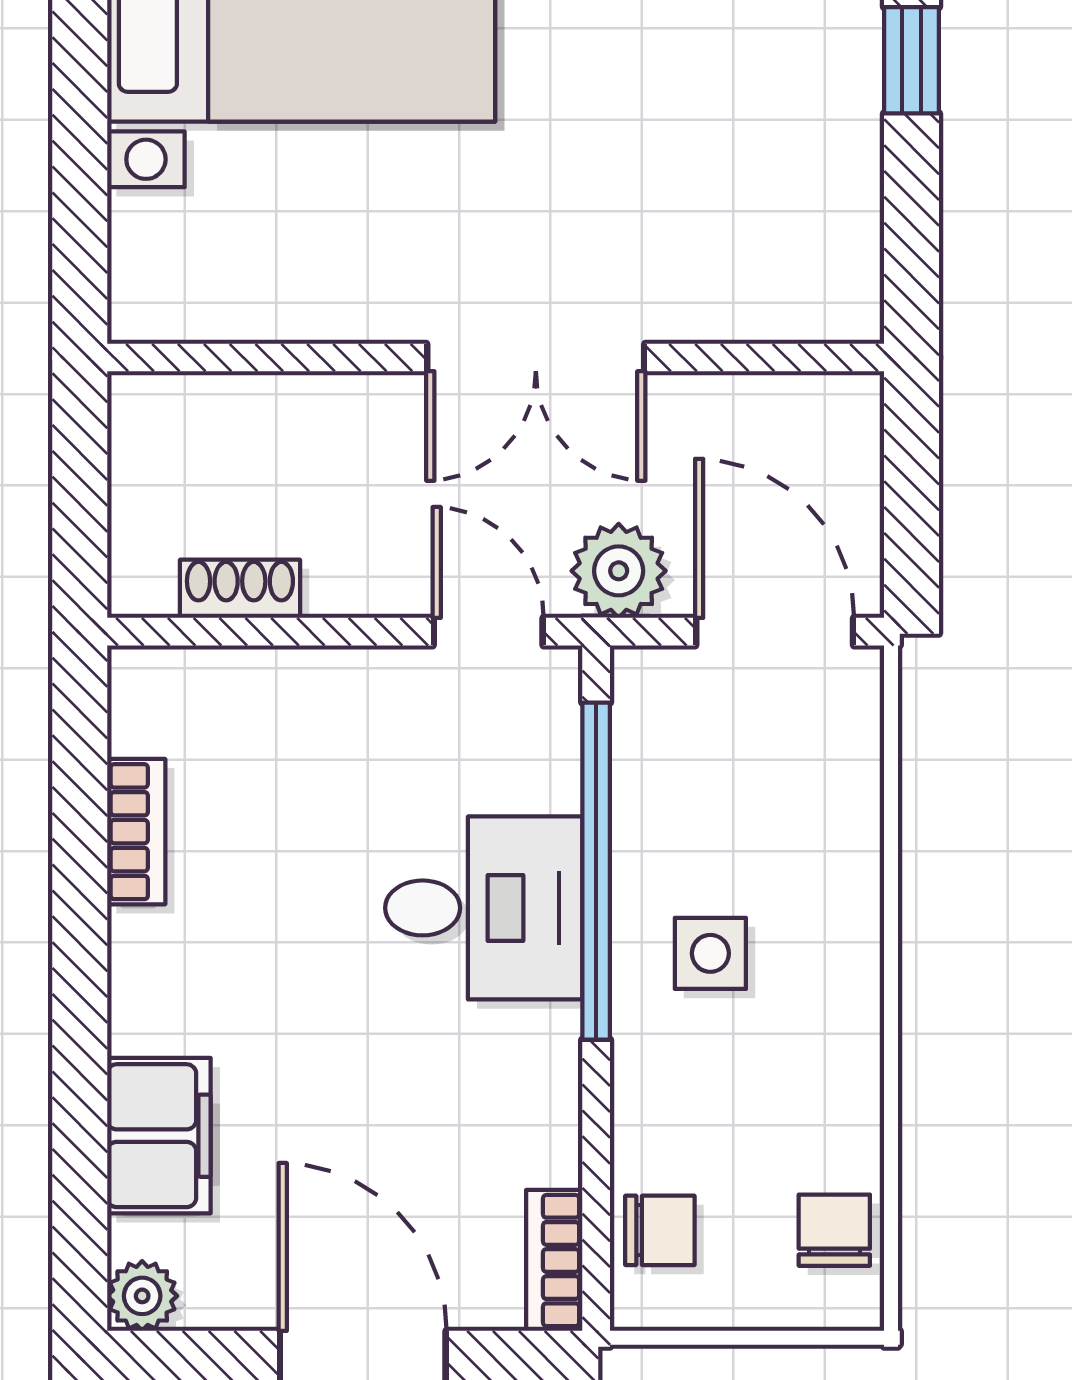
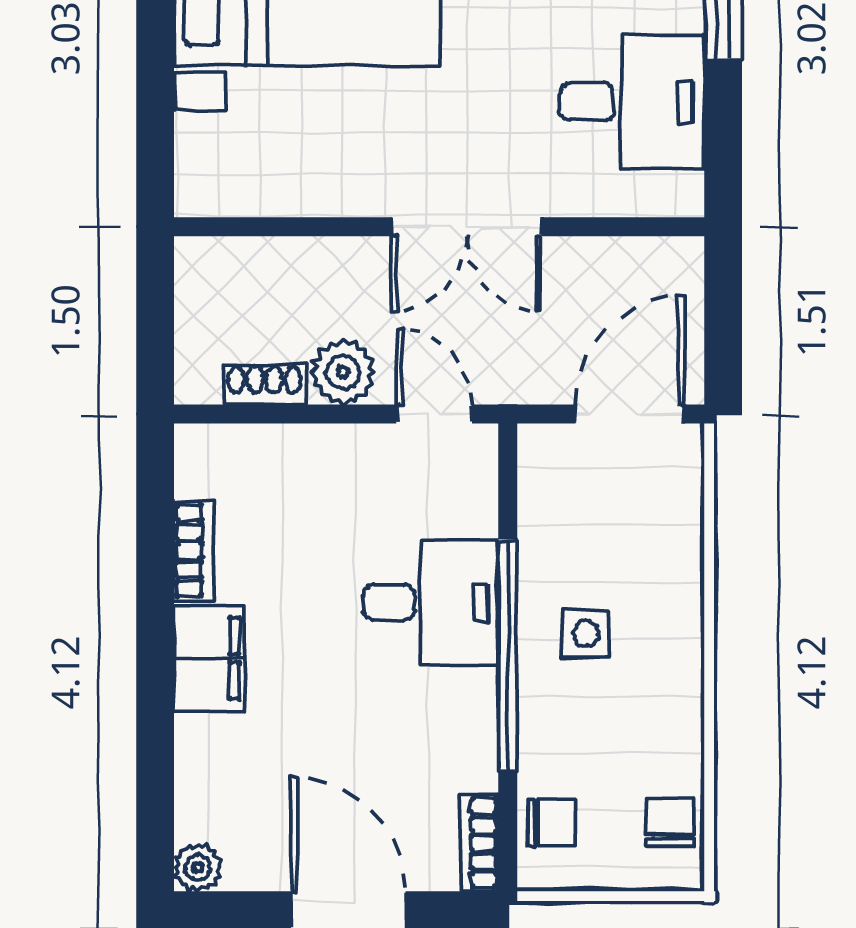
desk: (778, 174) -> (632, 102), added
plant: (619, 571) -> (343, 372), moved
door: (775, 632) -> (630, 414), hinge flipped
window: (596, 871) -> (508, 655), moved
filing cabinet: (159, 1136) -> (209, 658), moved

